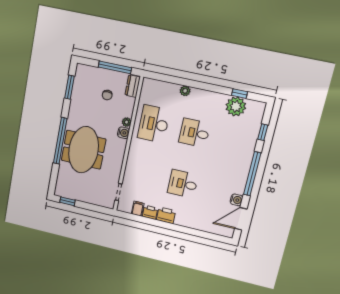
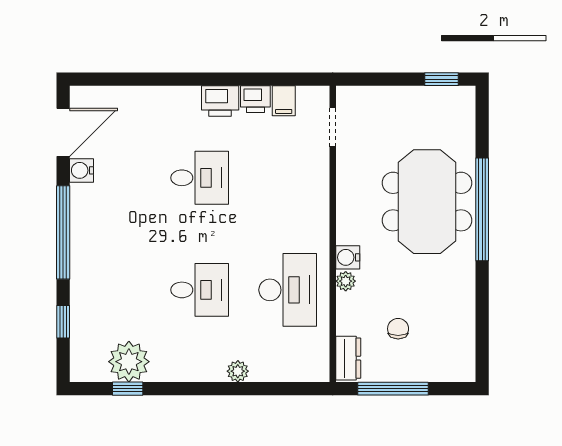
window: (70, 87) -> (482, 328), removed

